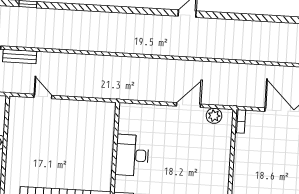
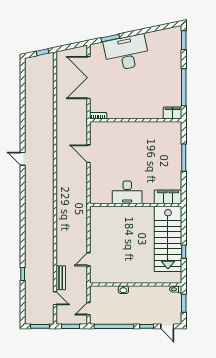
plant: (214, 116) -> (95, 135), removed

